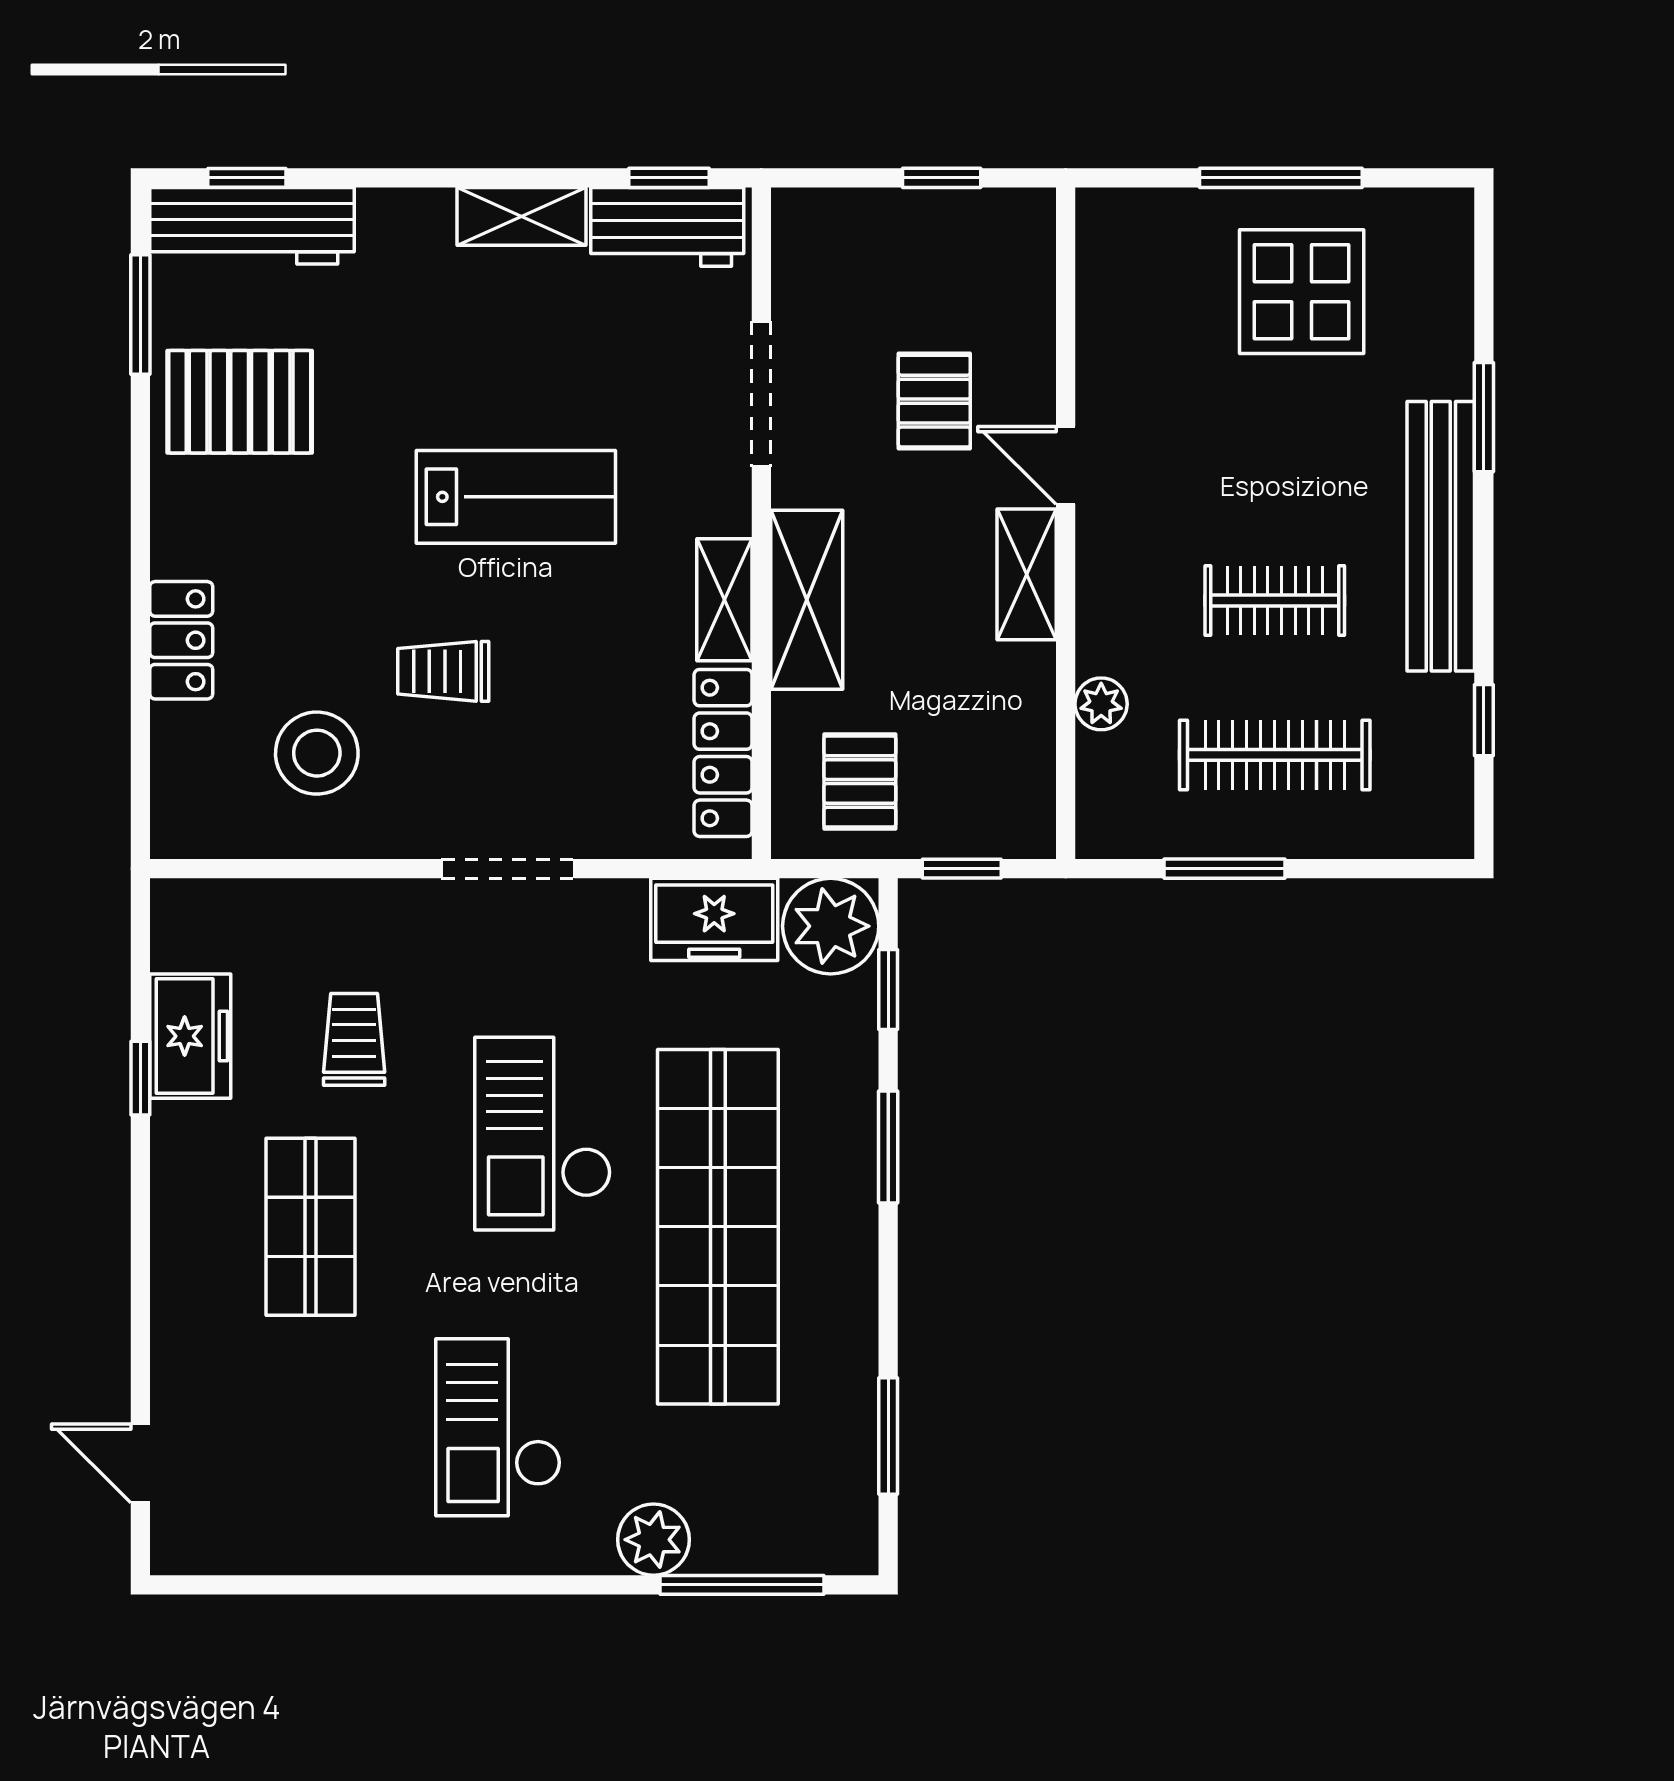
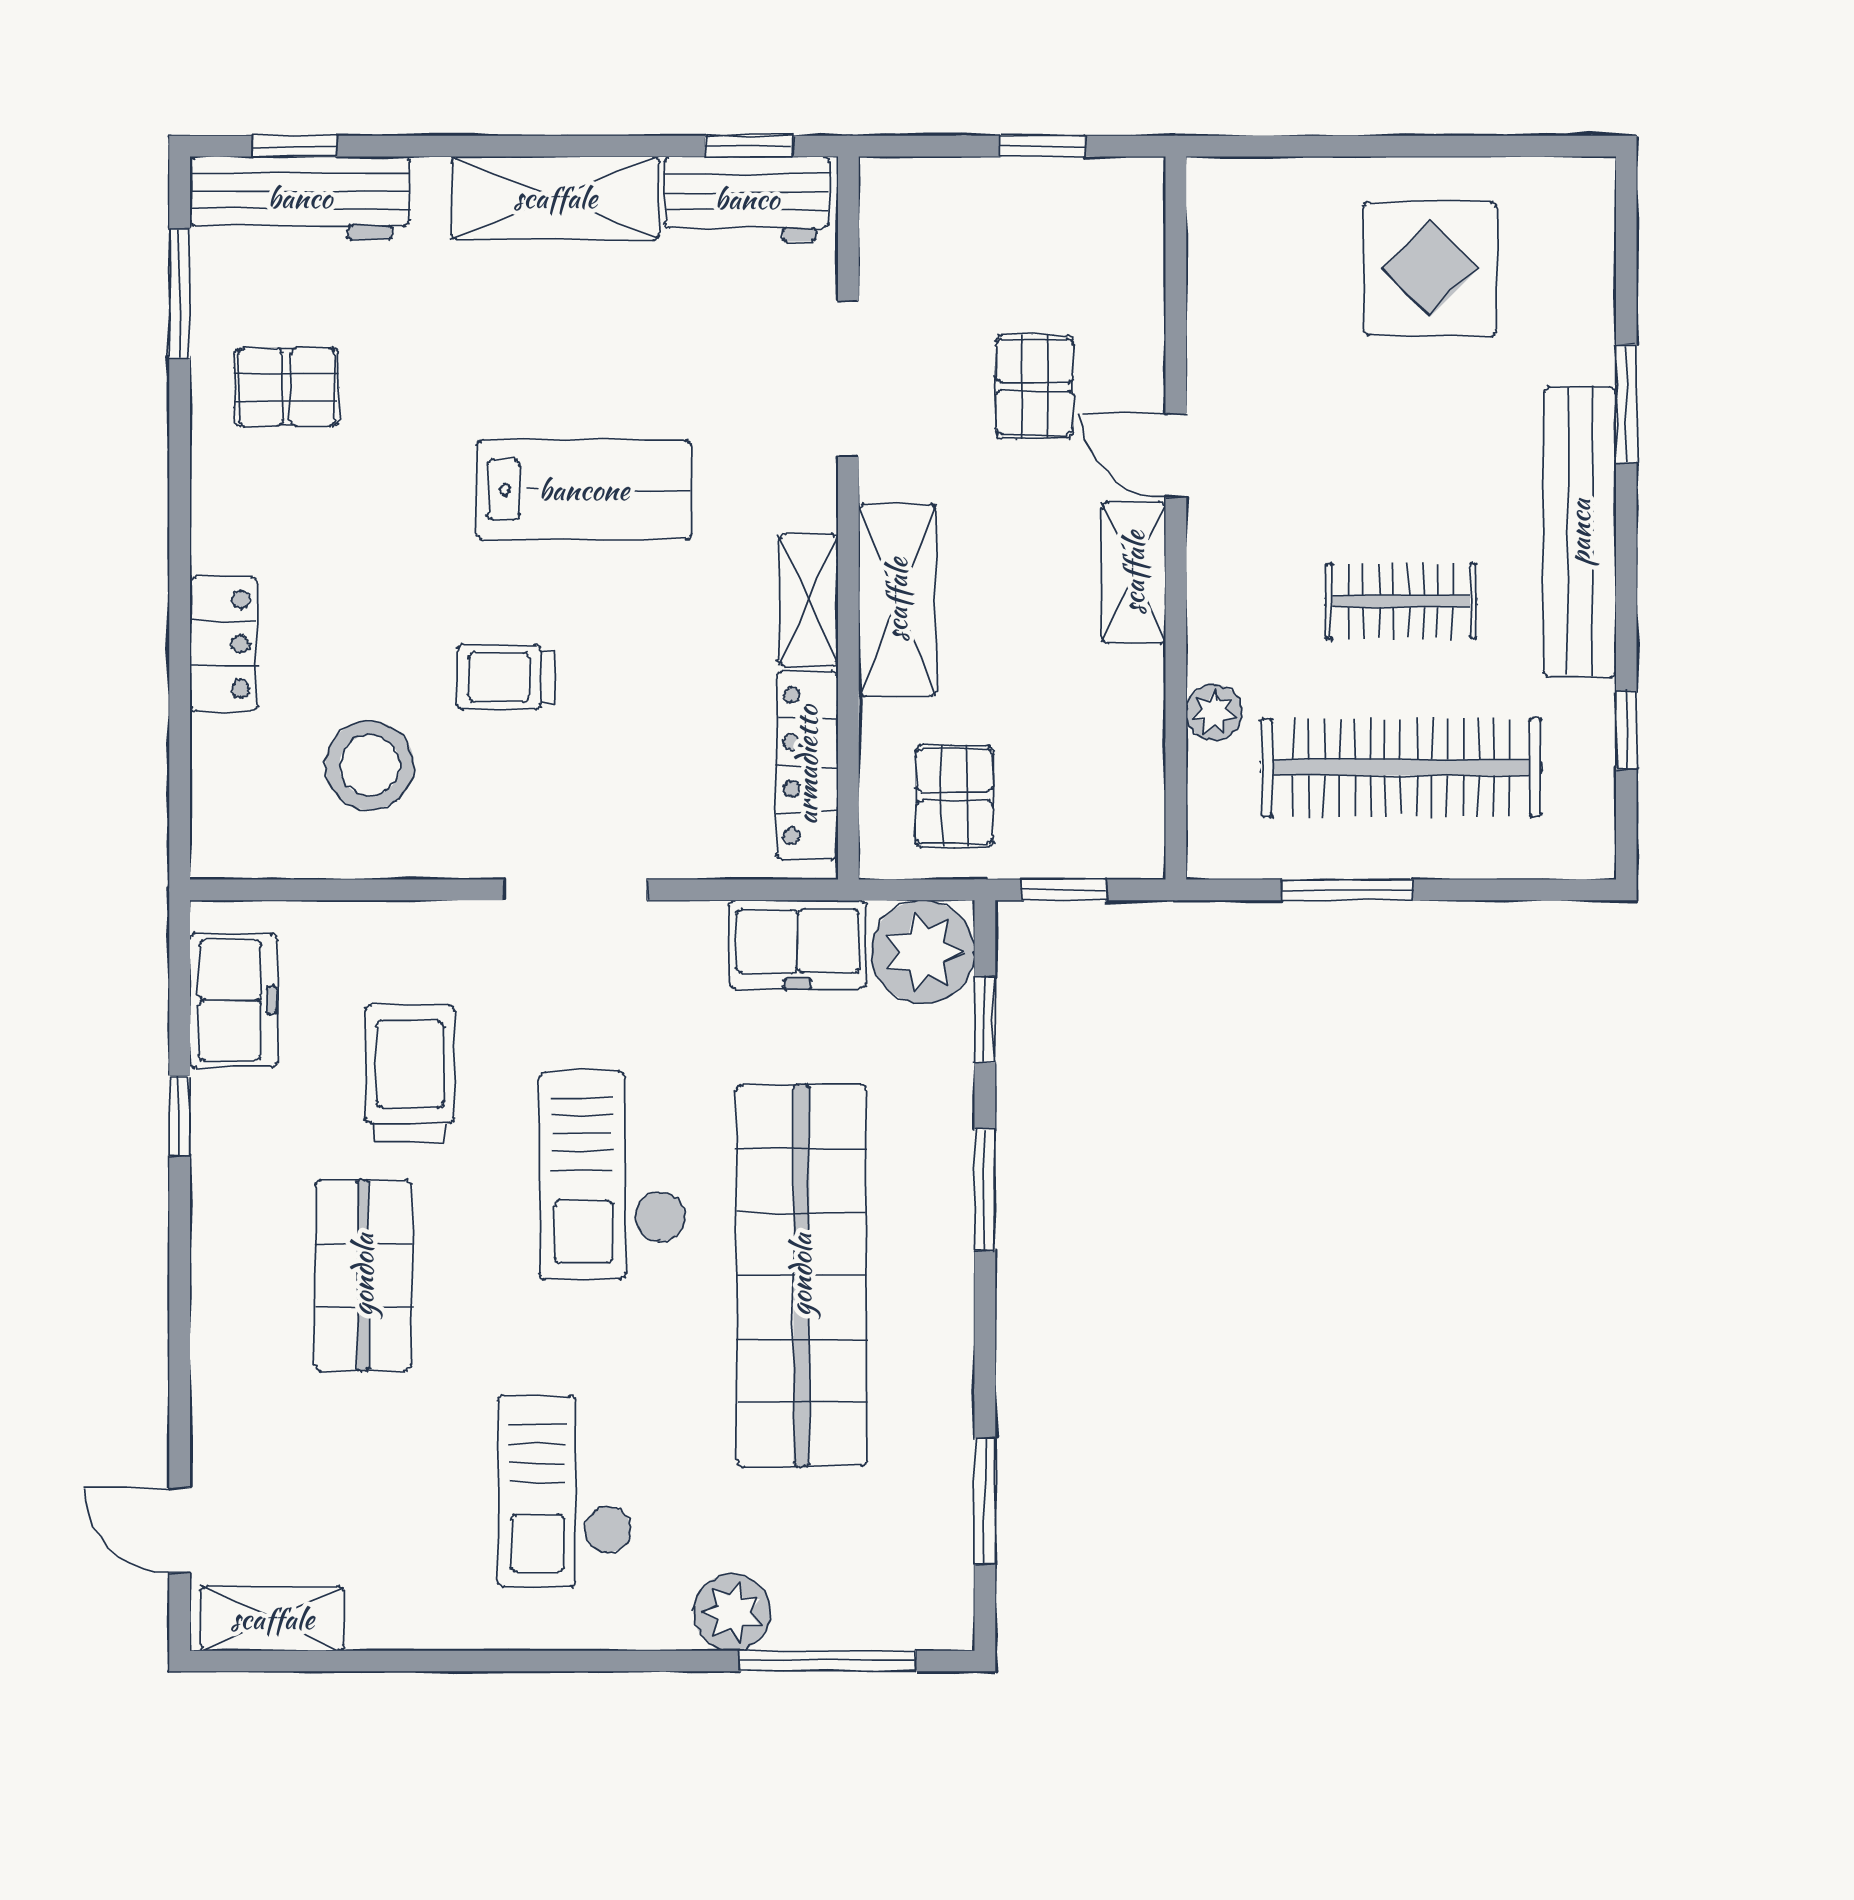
window: (1281, 178) -> (1408, 146), removed
shelving: (521, 216) -> (555, 198), width x1.50, depth x1.33
pallet: (240, 402) -> (287, 387), width x0.67, depth x0.71
clothes rail: (1275, 755) -> (1401, 767), width x1.37, depth x1.31
freezer: (190, 1036) -> (233, 1000), moved
trolley: (354, 1039) -> (410, 1074), width x1.36, depth x1.39
shelving: (226, 1545) -> (272, 1619), added

